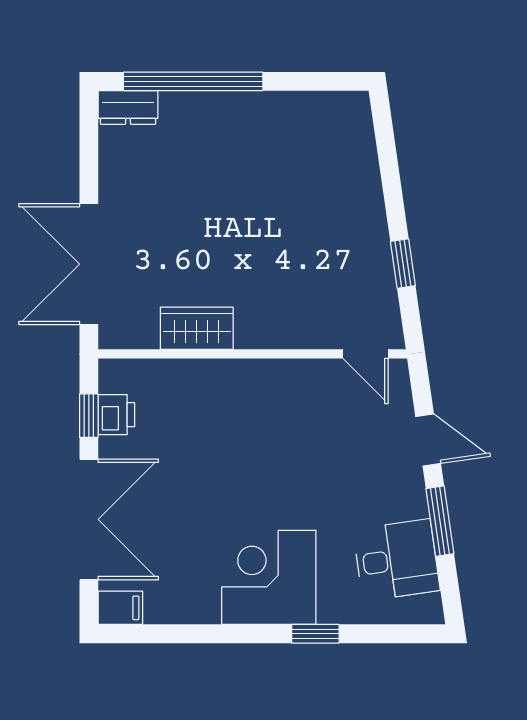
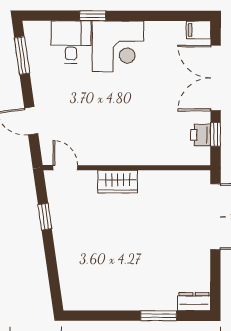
window: (193, 81) -> (159, 316), width x0.47
wardrobe: (197, 328) -> (118, 182), moved
window: (440, 521) -> (22, 56), moved
desk: (396, 560) -> (71, 42), moved, turned 98

